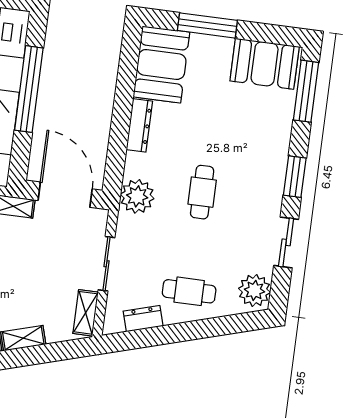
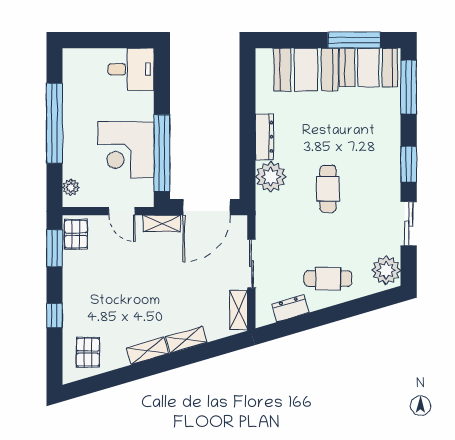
window: (207, 25) -> (354, 40), moved
booth: (161, 64) -> (306, 70), moved, turned 90
window: (29, 89) -> (162, 153), moved
door: (65, 195) -> (207, 207), swing flipped
plant: (137, 196) -> (271, 177), moved

